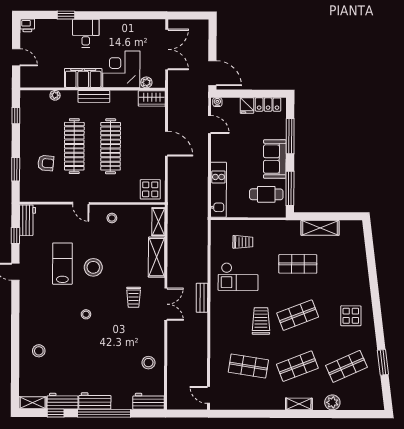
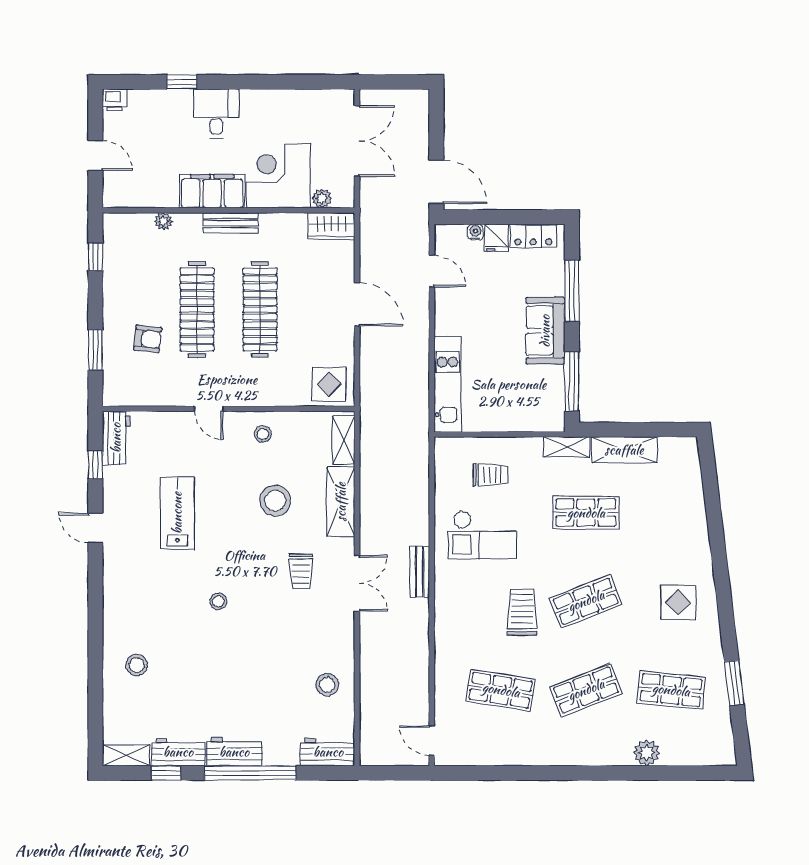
water cooler: (217, 102) -> (475, 232), moved
cafe table: (266, 194) -> (531, 392), removed
stool: (93, 267) -> (275, 501), moved
shop shelf: (346, 366) -> (671, 690), turned 30
shelving: (299, 404) -> (567, 447), moved

